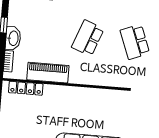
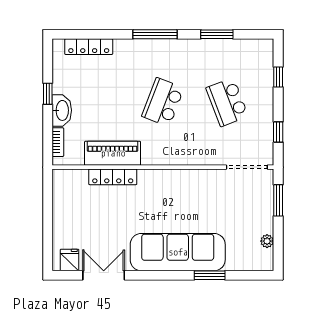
locker: (26, 88) -> (113, 177), moved

